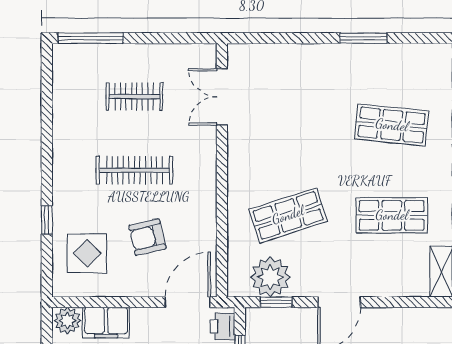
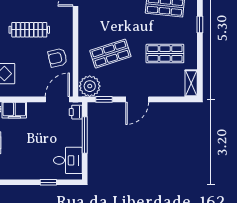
armchair: (147, 237) -> (57, 58), moved
plant: (270, 277) -> (90, 86), moved

